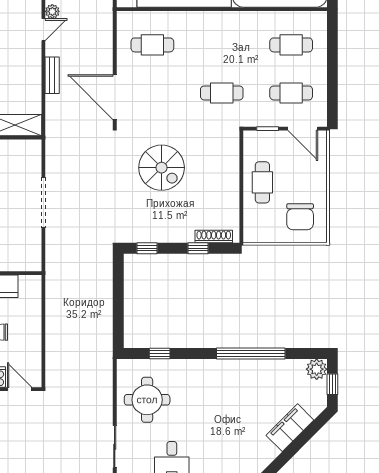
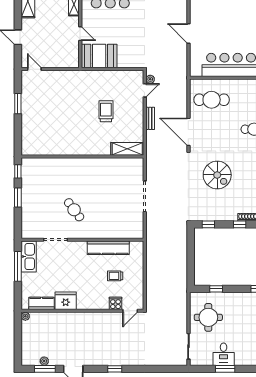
cafe table: (152, 45) -> (212, 100), width x1.37, depth x1.35
door: (20, 389) -> (130, 311), swing flipped

